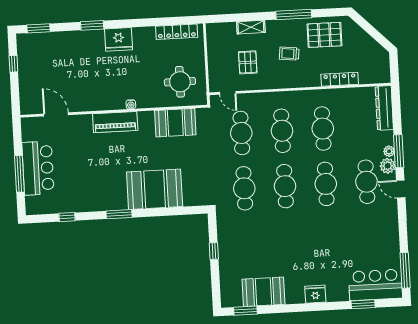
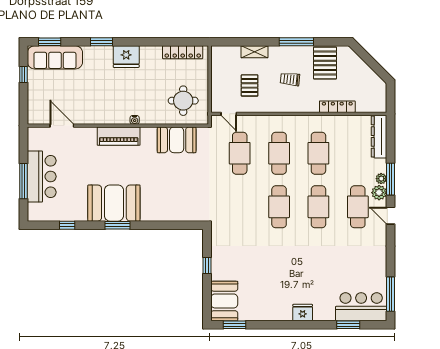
pallet: (324, 35) -> (325, 63), turned 90
sofa: (45, 44) -> (55, 57), added
cafe table: (244, 188) -> (240, 207), removed
booth: (155, 189) -> (114, 203), moved
booth: (263, 292) -> (224, 301), moved, turned 90

